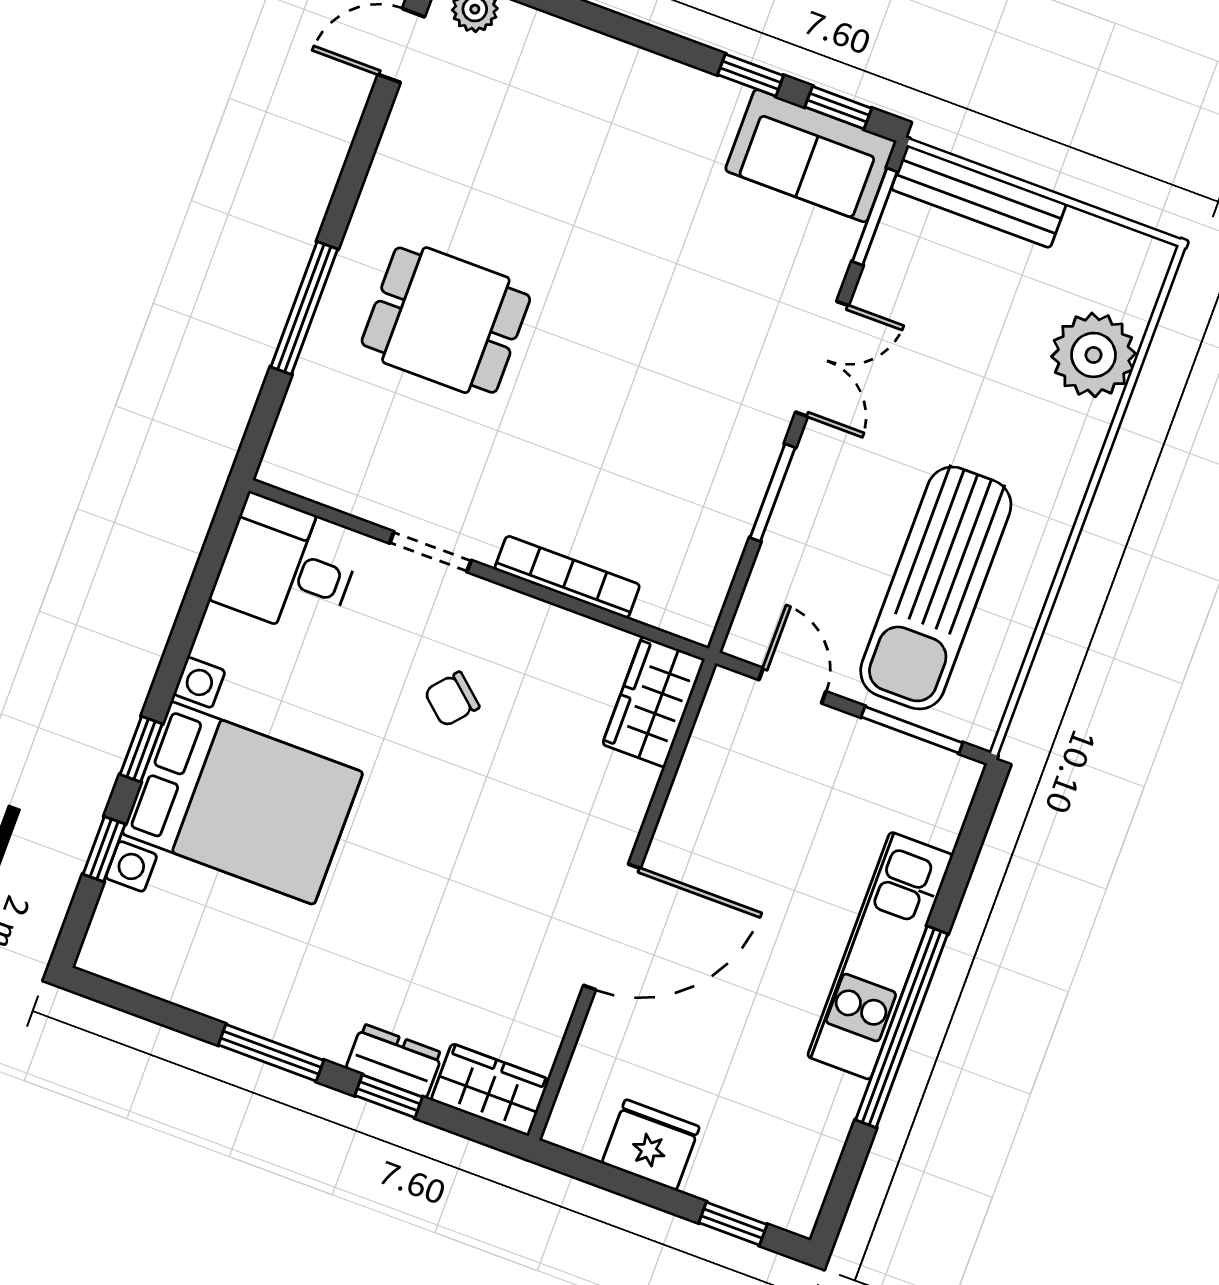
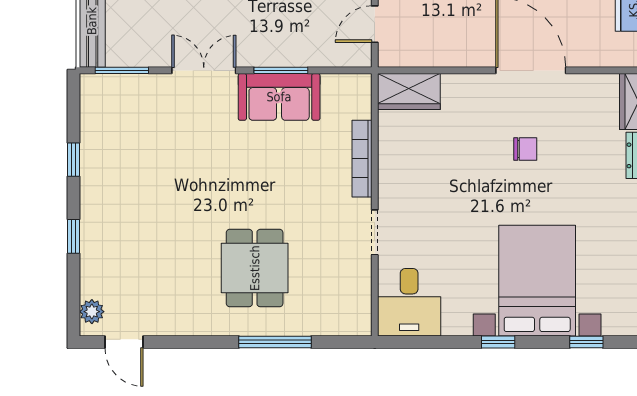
window: (838, 108) -> (74, 236), moved
sofa: (811, 156) -> (279, 97), moved, turned 90
chair: (452, 699) -> (525, 149), moved, turned -41
window: (141, 749) -> (498, 342), moved

